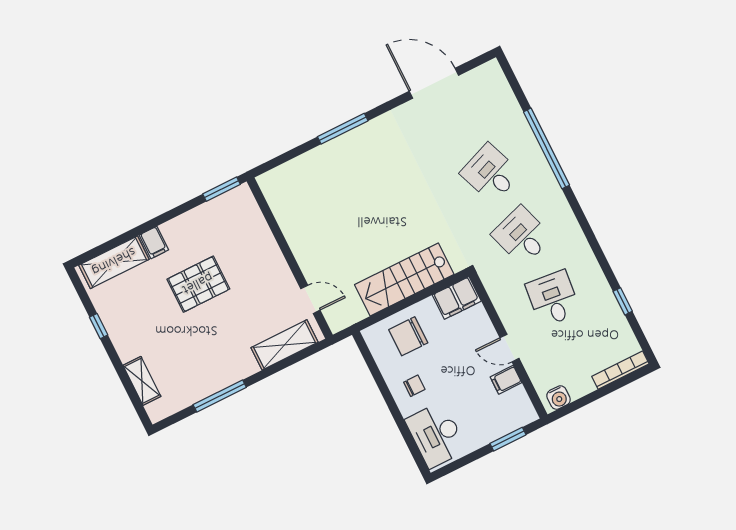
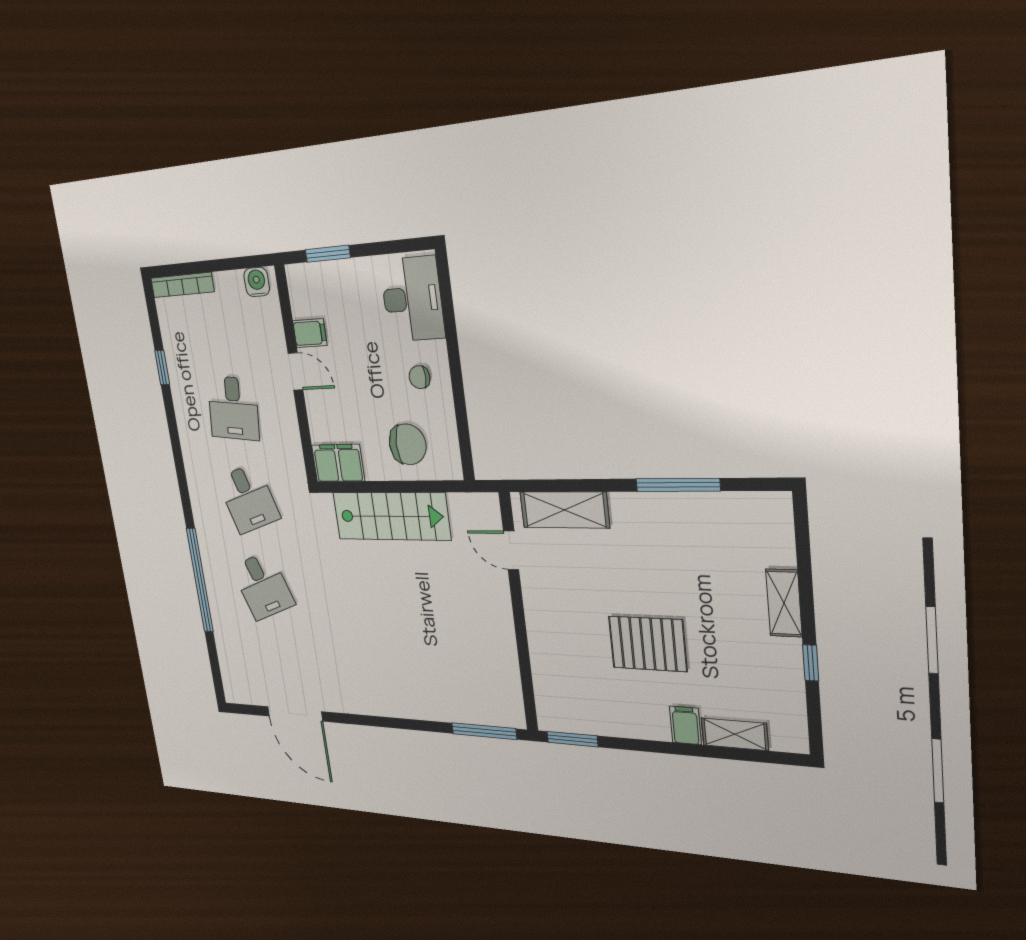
window: (343, 129) -> (484, 731), moved
shelving: (114, 262) -> (735, 734), width x0.67, depth x0.75
shelving: (142, 381) -> (784, 603), moved

